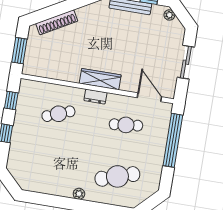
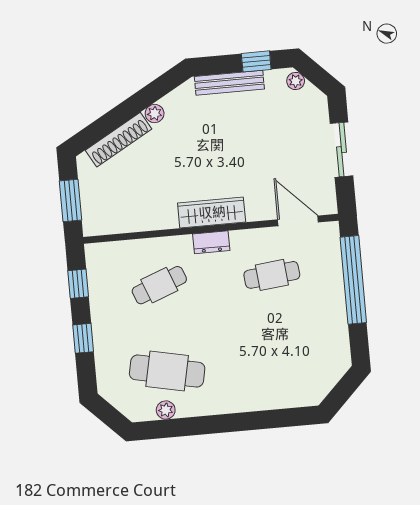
plant: (82, 13) -> (155, 114), added
cafe table: (117, 176) -> (167, 371), moved, turned 30
plant: (79, 194) -> (166, 410), moved

